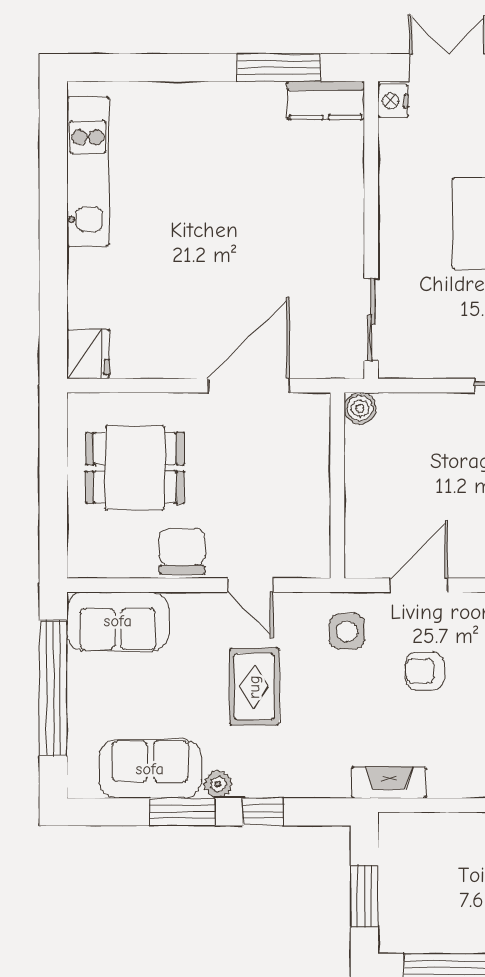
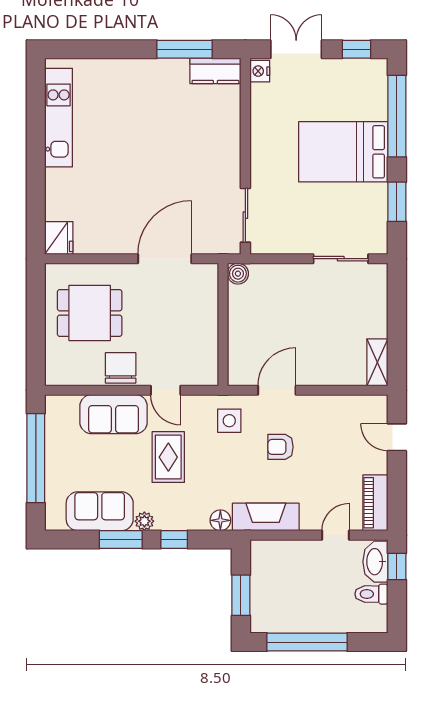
sofa: (118, 621) -> (114, 414), moved
fireplace: (389, 782) -> (266, 517), width x1.37, depth x1.32
floor lamp: (333, 783) -> (220, 520), added

